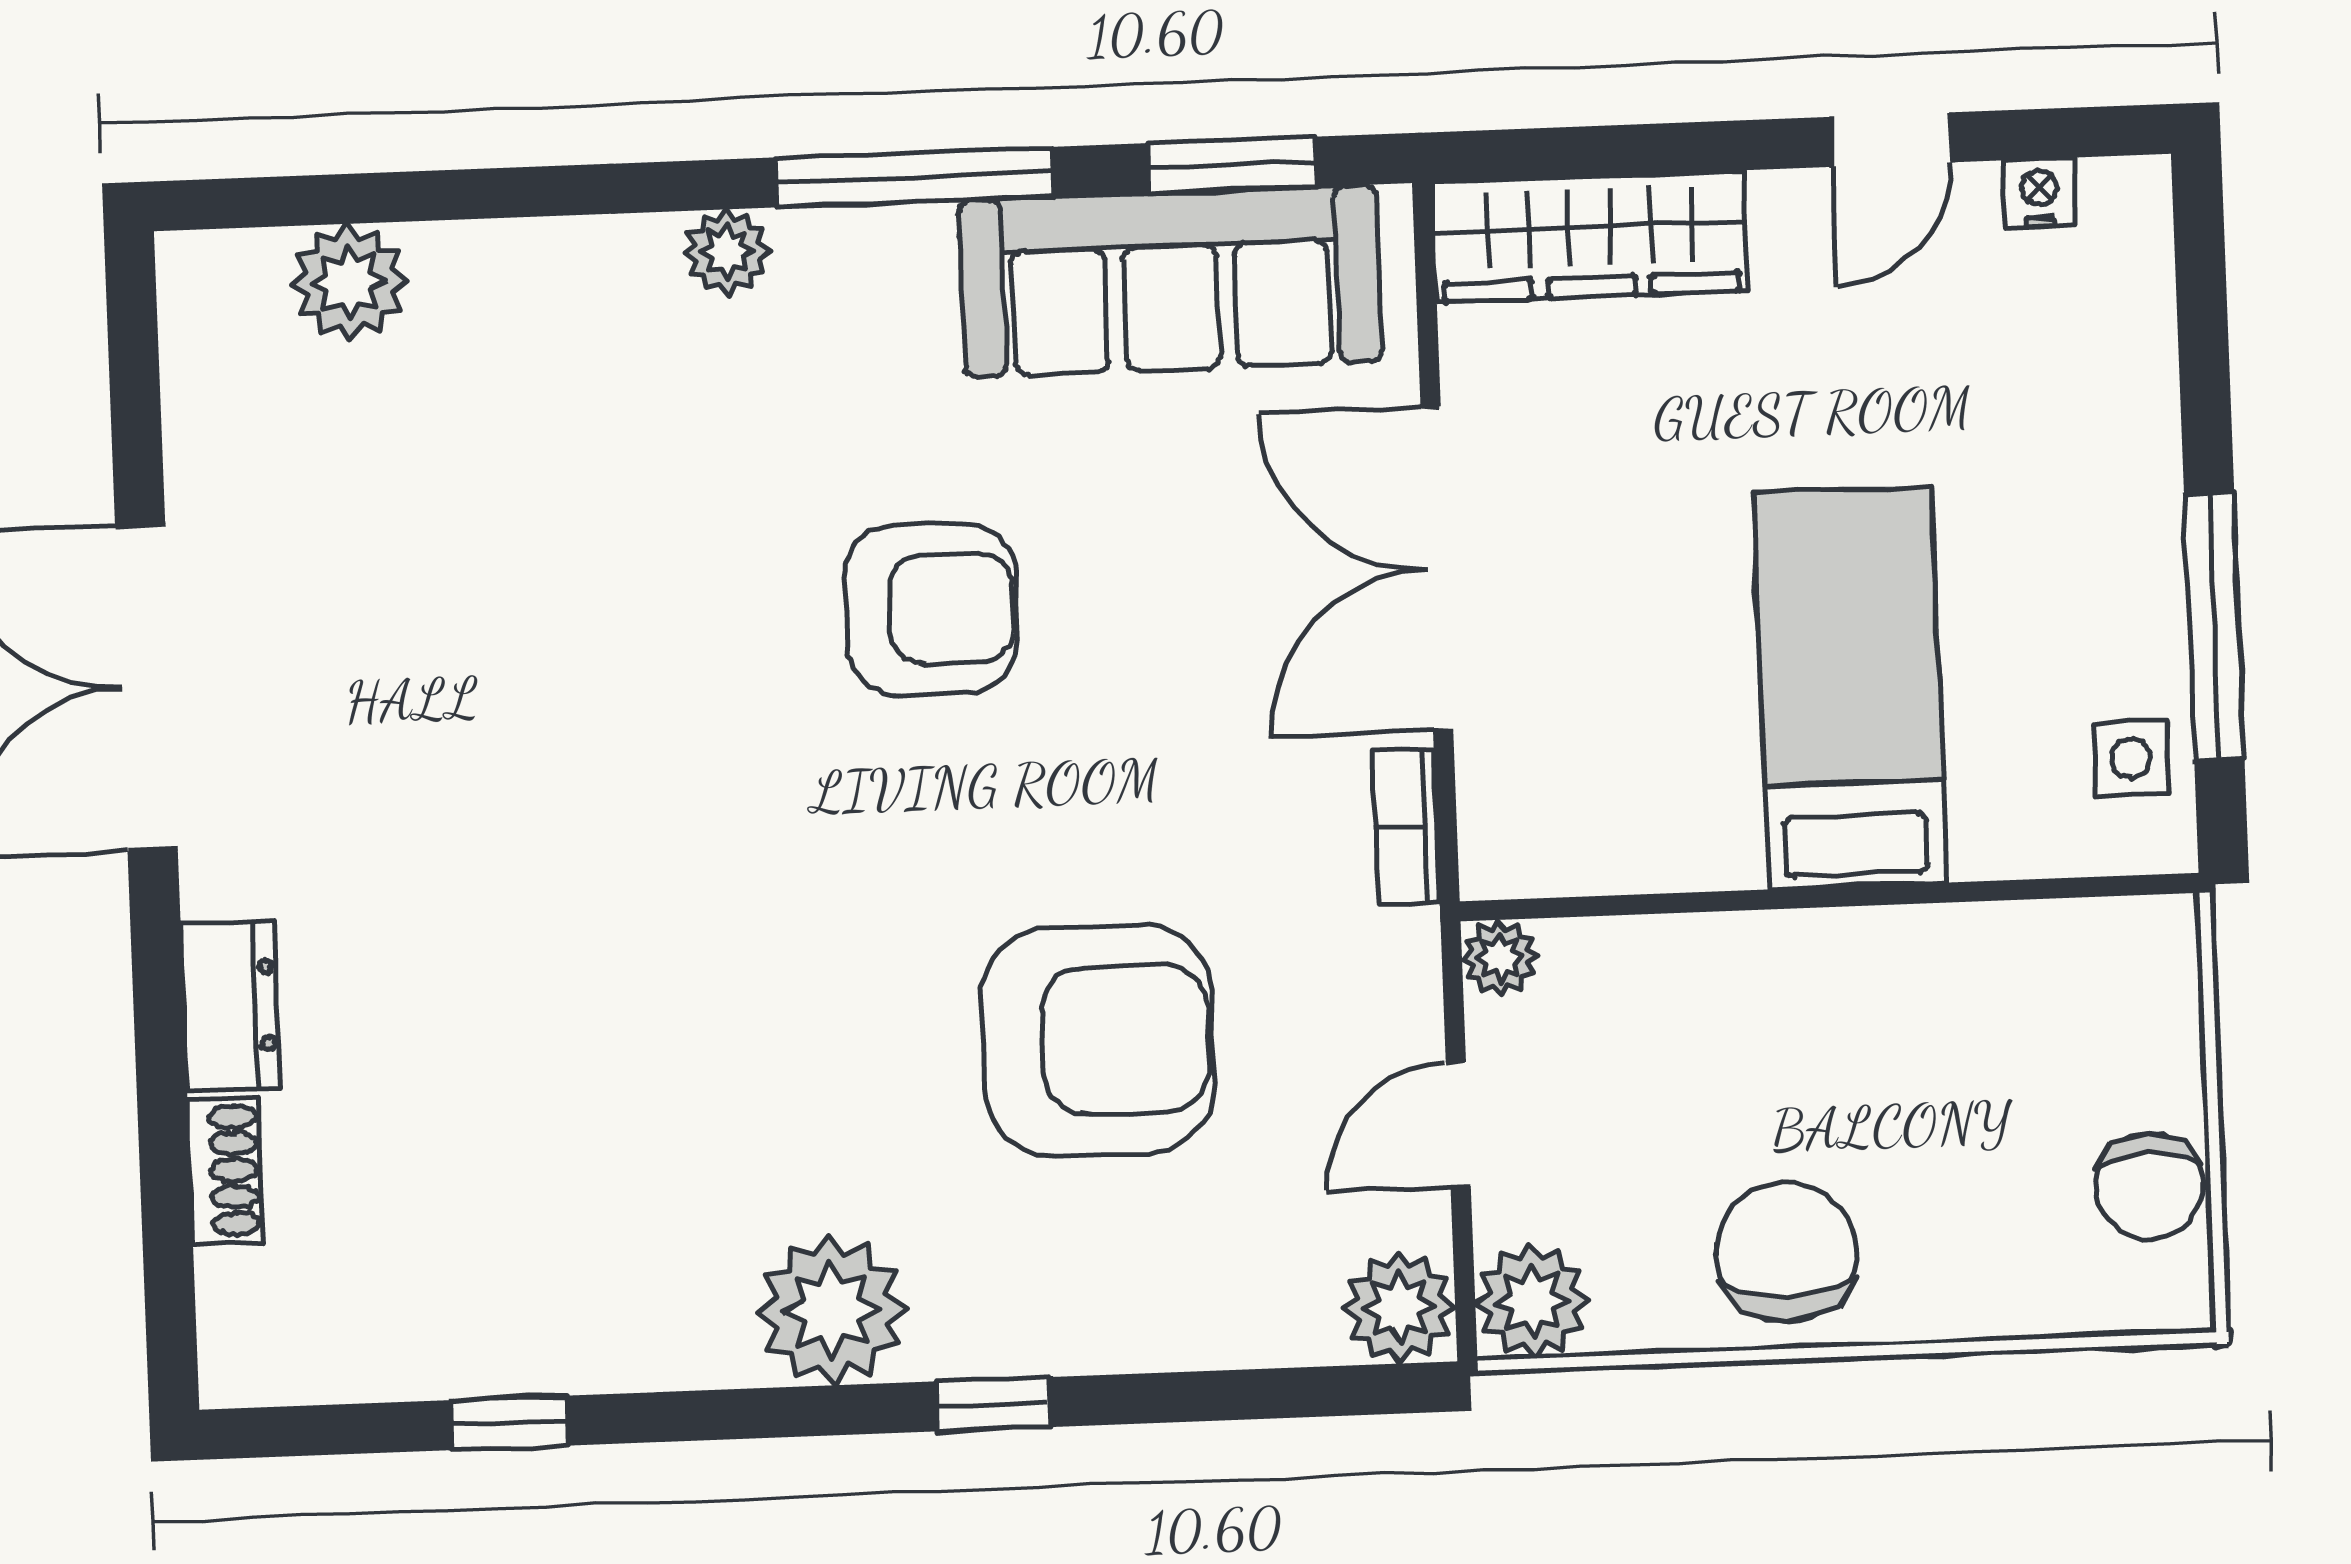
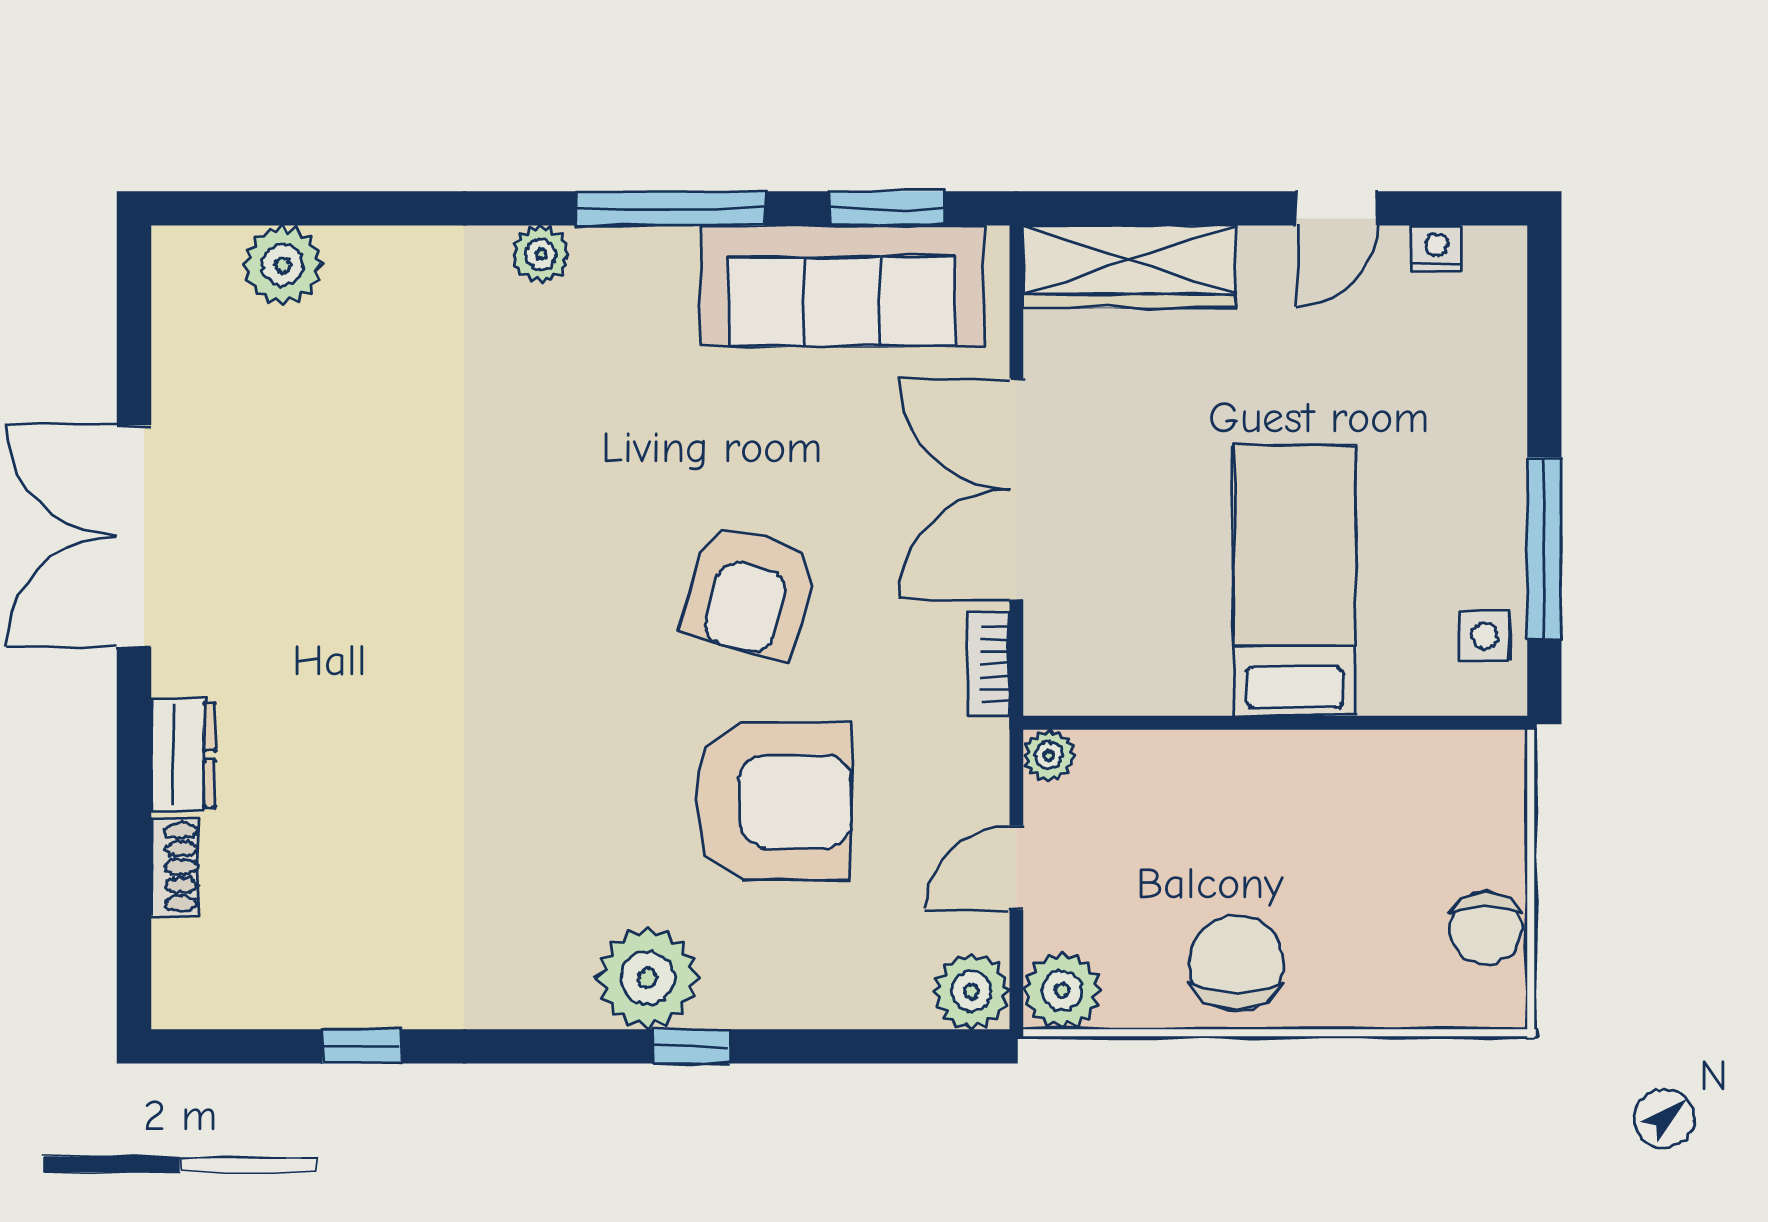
armchair: (931, 609) -> (750, 592), moved, turned 106
plant: (831, 1310) -> (648, 978), moved

